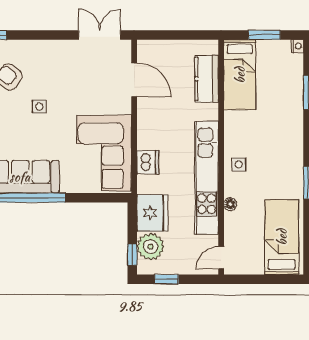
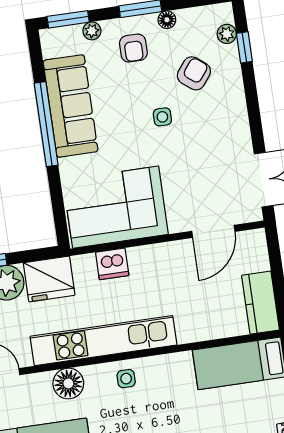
kitchen counter: (207, 79) -> (261, 303), moved, turned -90
floor lamp: (230, 204) -> (68, 383), width x1.89, depth x1.89

